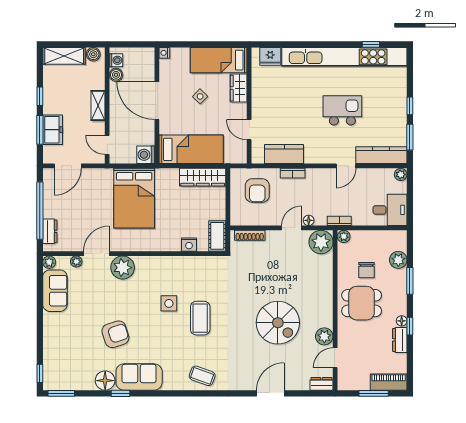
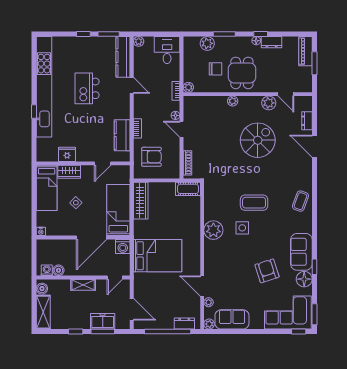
window: (371, 44) -> (34, 112), moved
fridge: (270, 56) -> (67, 154), moved, turned -90
door: (157, 101) -> (92, 237), moved
plant: (321, 242) -> (233, 101), moved, width x0.53, depth x0.53
nightstand: (189, 245) -> (195, 212), removed
plant: (123, 268) -> (213, 230), moved
corner sofa: (63, 360) -> (288, 313), added
dresser: (322, 384) -> (307, 121), moved

